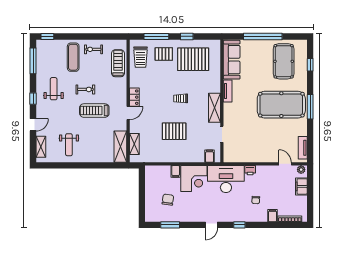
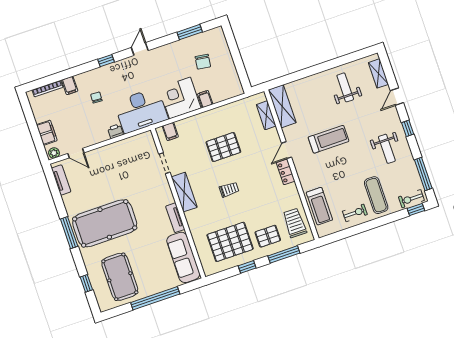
exercise bike: (85, 89) -> (411, 199), moved

